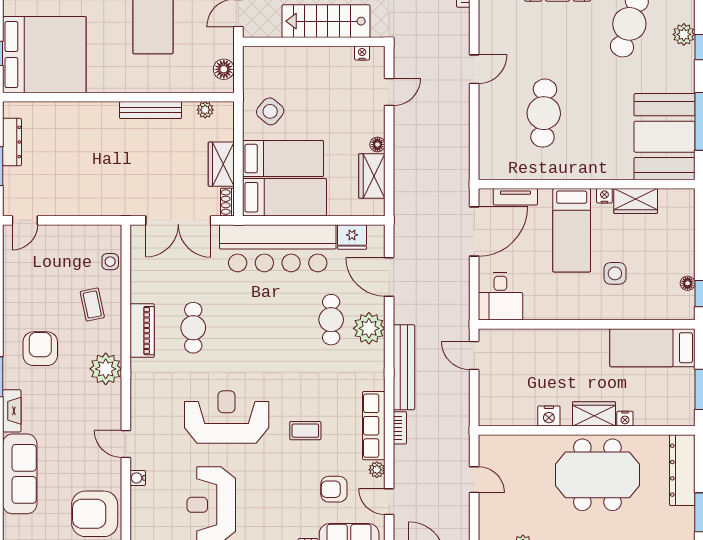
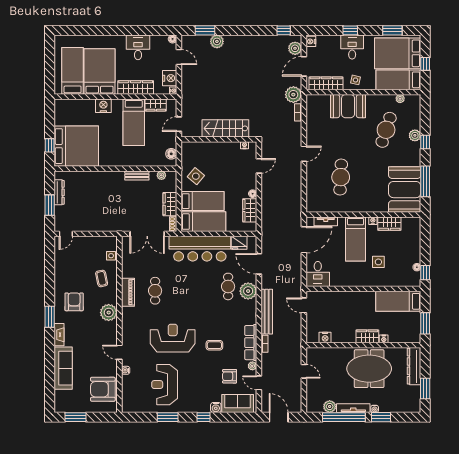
bench: (151, 110) -> (137, 175), width x0.73
nightstand: (549, 416) -> (325, 338), moved

